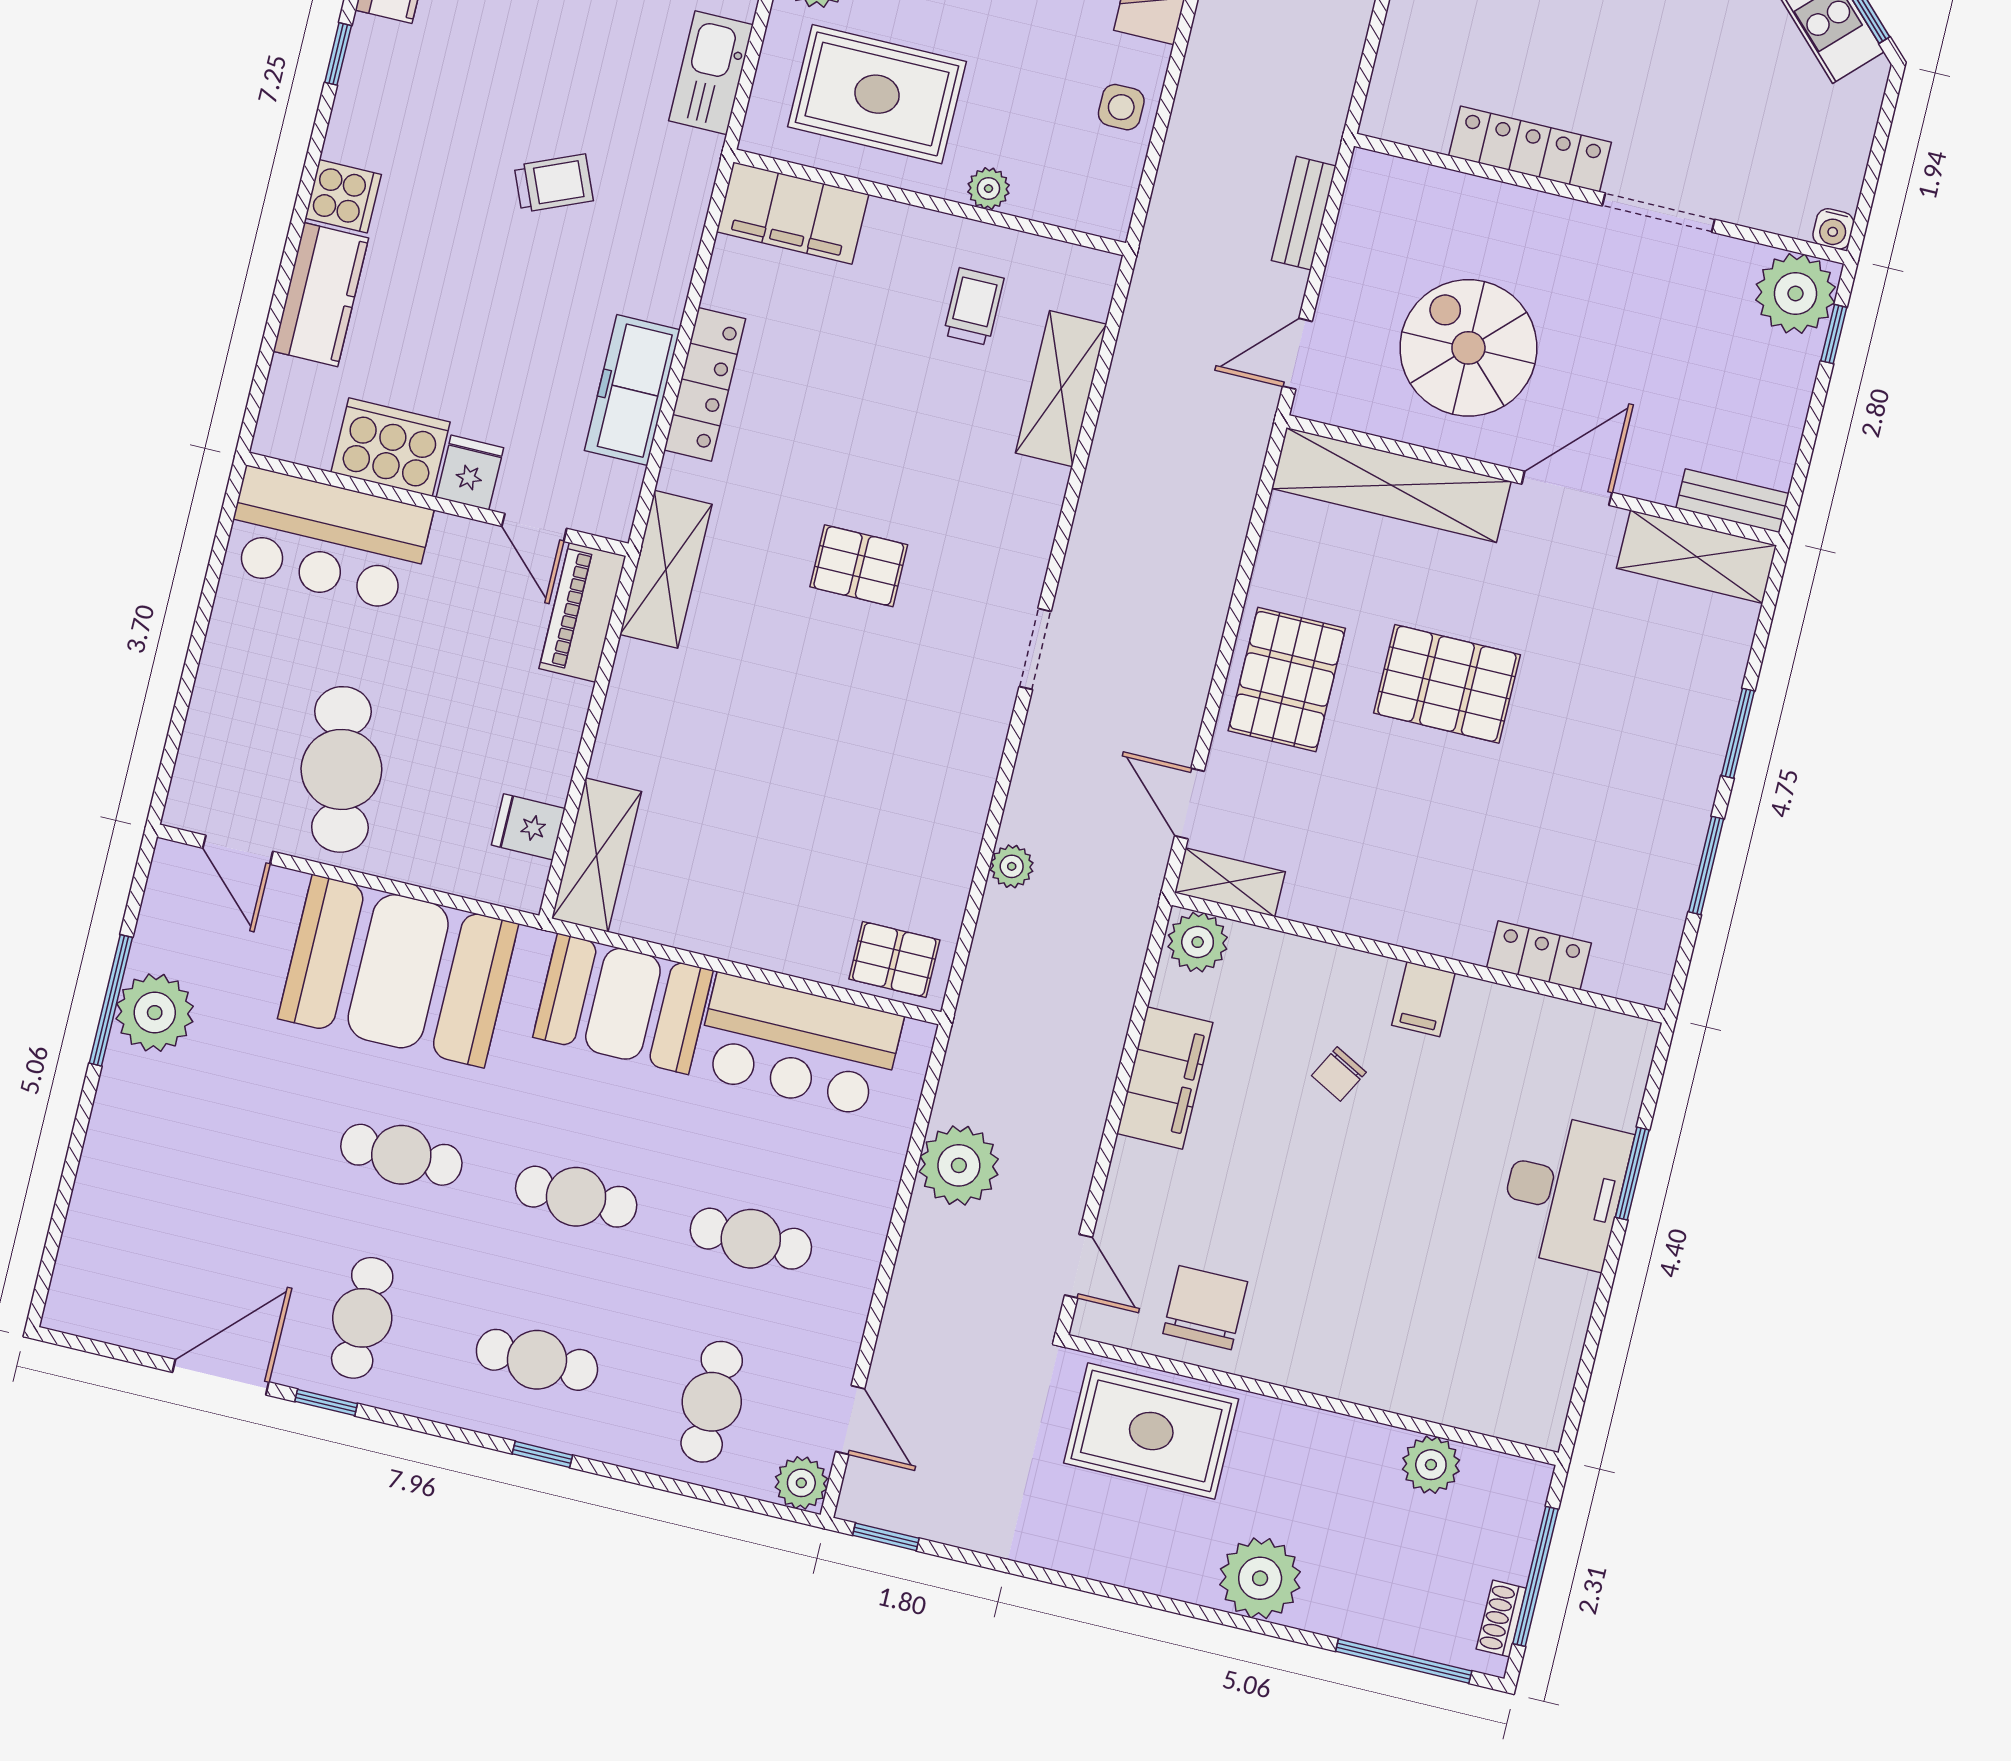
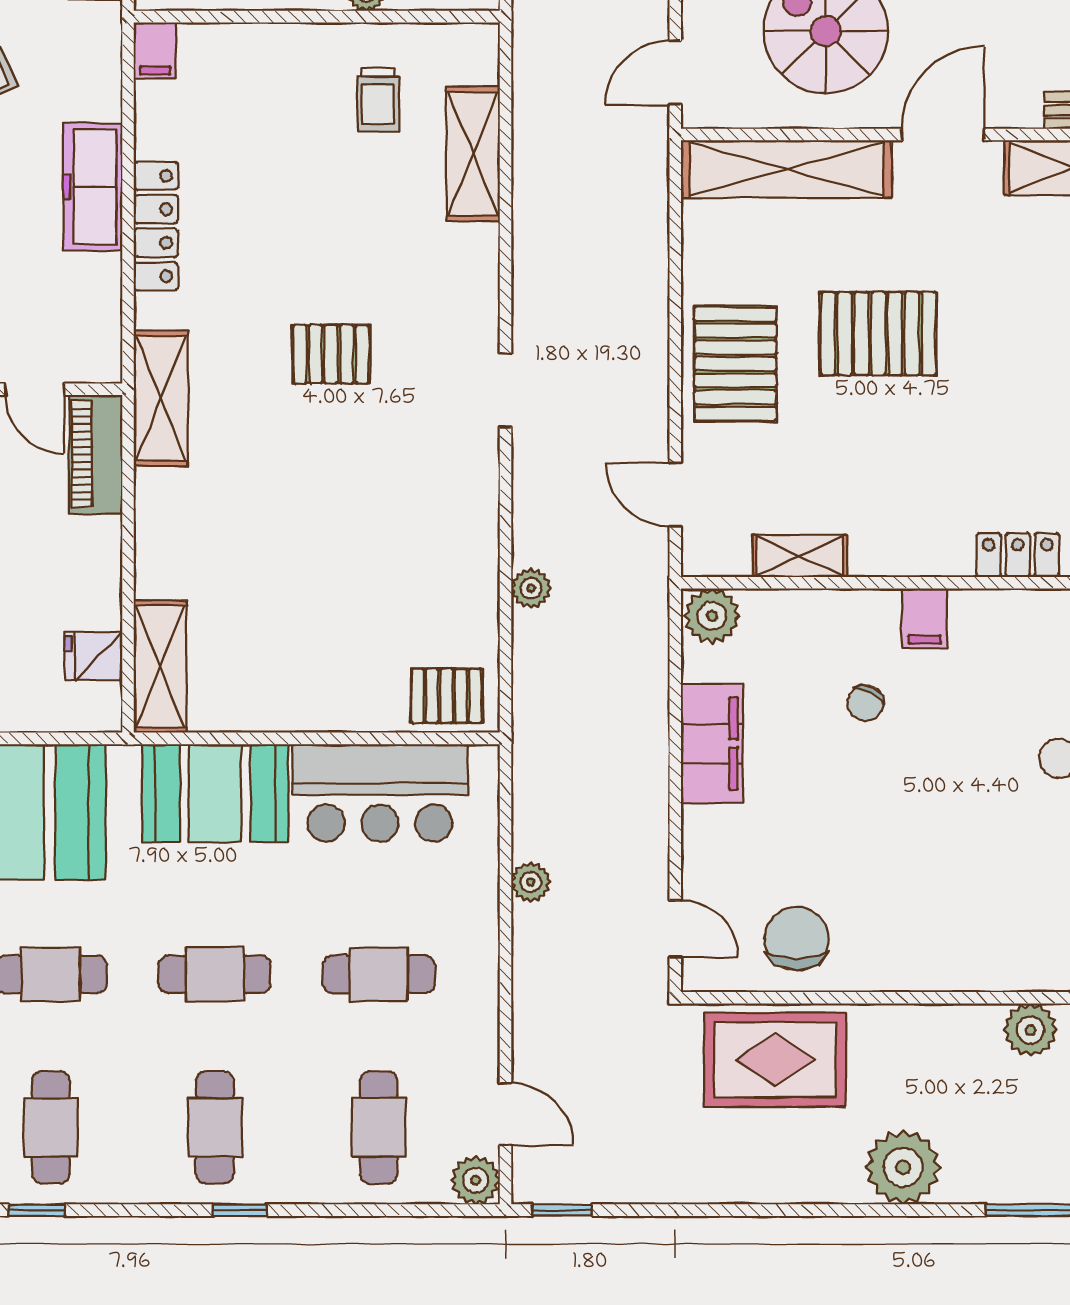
filing cabinet: (793, 213) -> (155, 51), width x0.33, depth x0.86
trolley: (974, 307) -> (378, 100), turned 180
freezer: (632, 390) -> (93, 187), moved
shelving: (1230, 882) -> (800, 556), moved
plant: (959, 1165) -> (531, 882), width x0.53, depth x0.53
cafe table: (537, 1360) -> (215, 1127), turned 90

